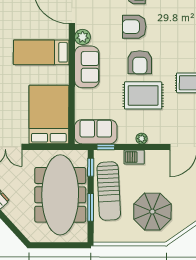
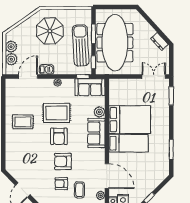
armchair: (134, 27) -> (63, 161), turned 180
plant: (83, 37) -> (99, 112), moved
armchair: (140, 62) -> (59, 136), turned 180
bed: (49, 115) -> (130, 120), moved, turned -90
barbecue: (134, 157) -> (47, 69), moved

